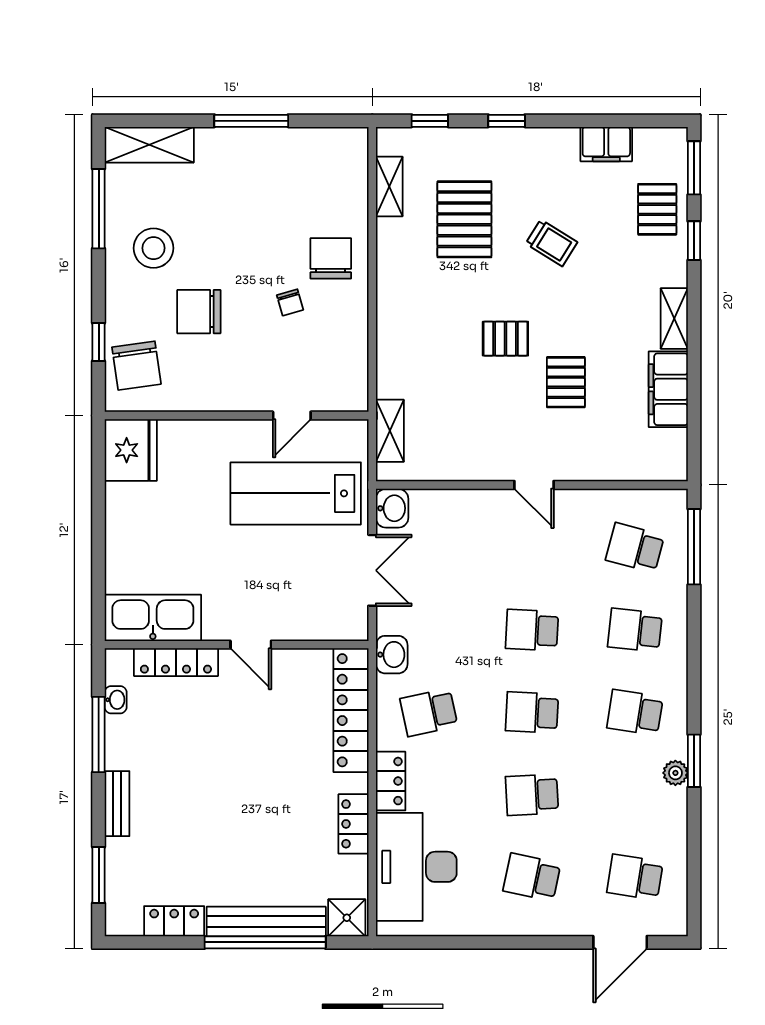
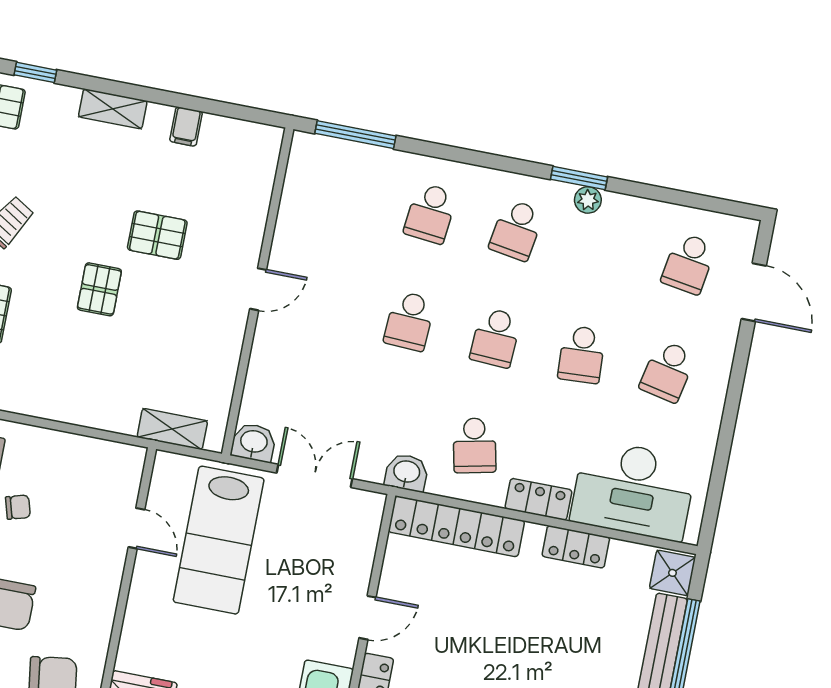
filing cabinet: (668, 389) -> (186, 127), width x0.33, depth x0.86
school desk: (635, 548) -> (344, 197), removed

